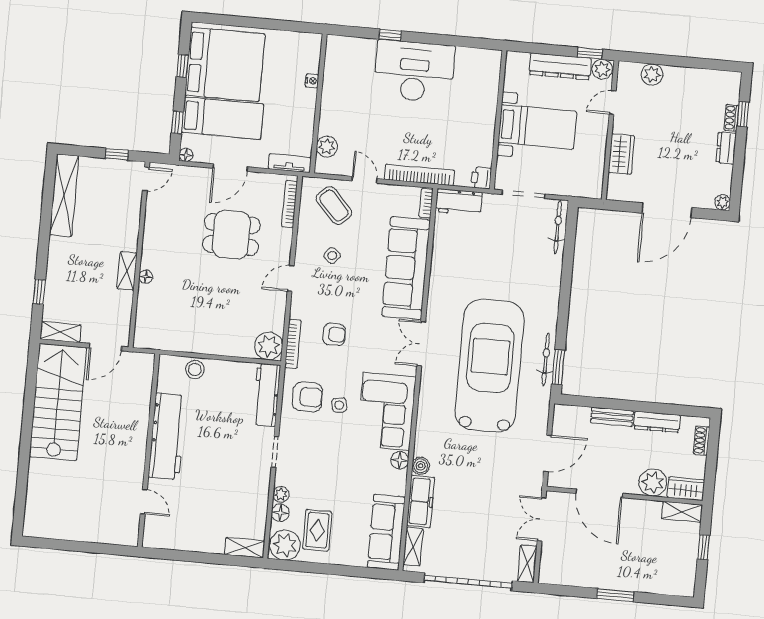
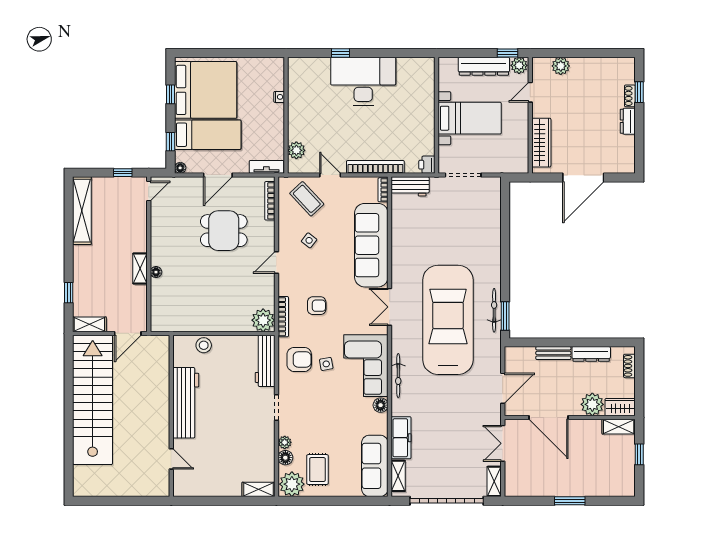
wardrobe: (621, 154) -> (541, 143), width x1.50
plant: (722, 202) -> (629, 167), removed
bicycle: (558, 227) -> (398, 376), moved, turned 180
stairs: (58, 402) -> (93, 400), width x1.36
boiler: (421, 466) -> (398, 408), removed

